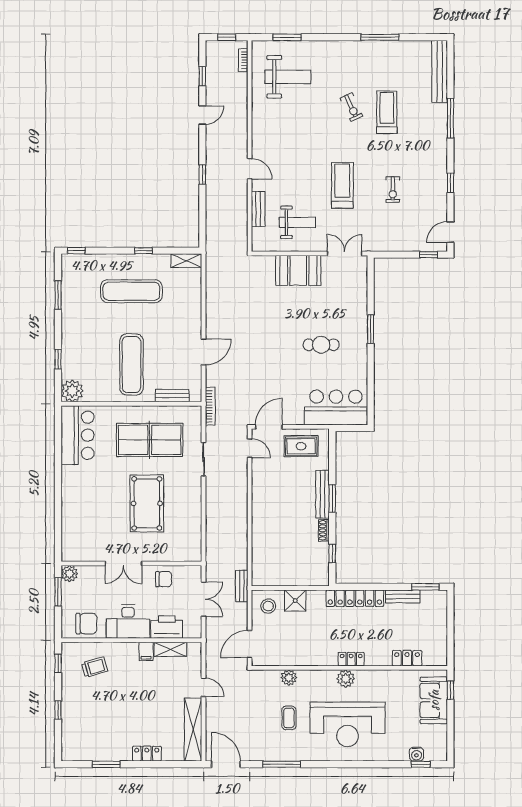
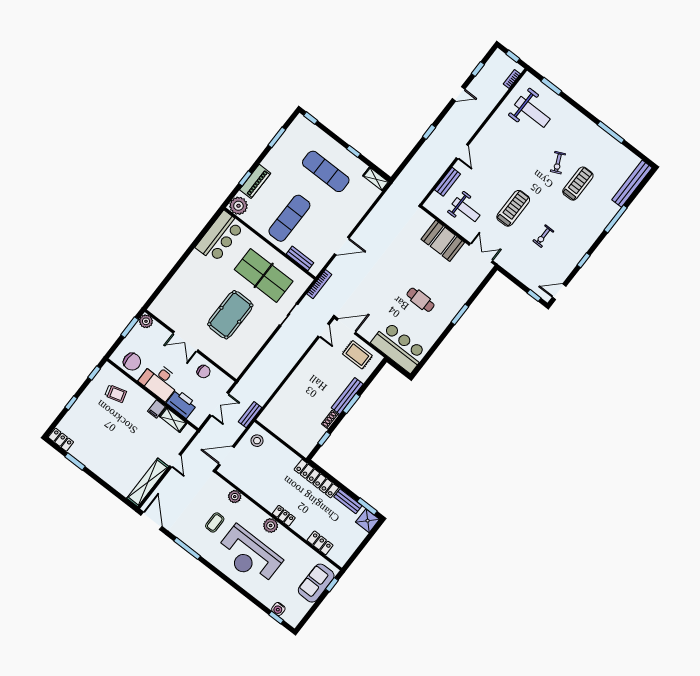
piano: (70, 355) -> (255, 181), added
shower: (295, 601) -> (368, 521), moved
locker: (147, 754) -> (61, 440), moved

